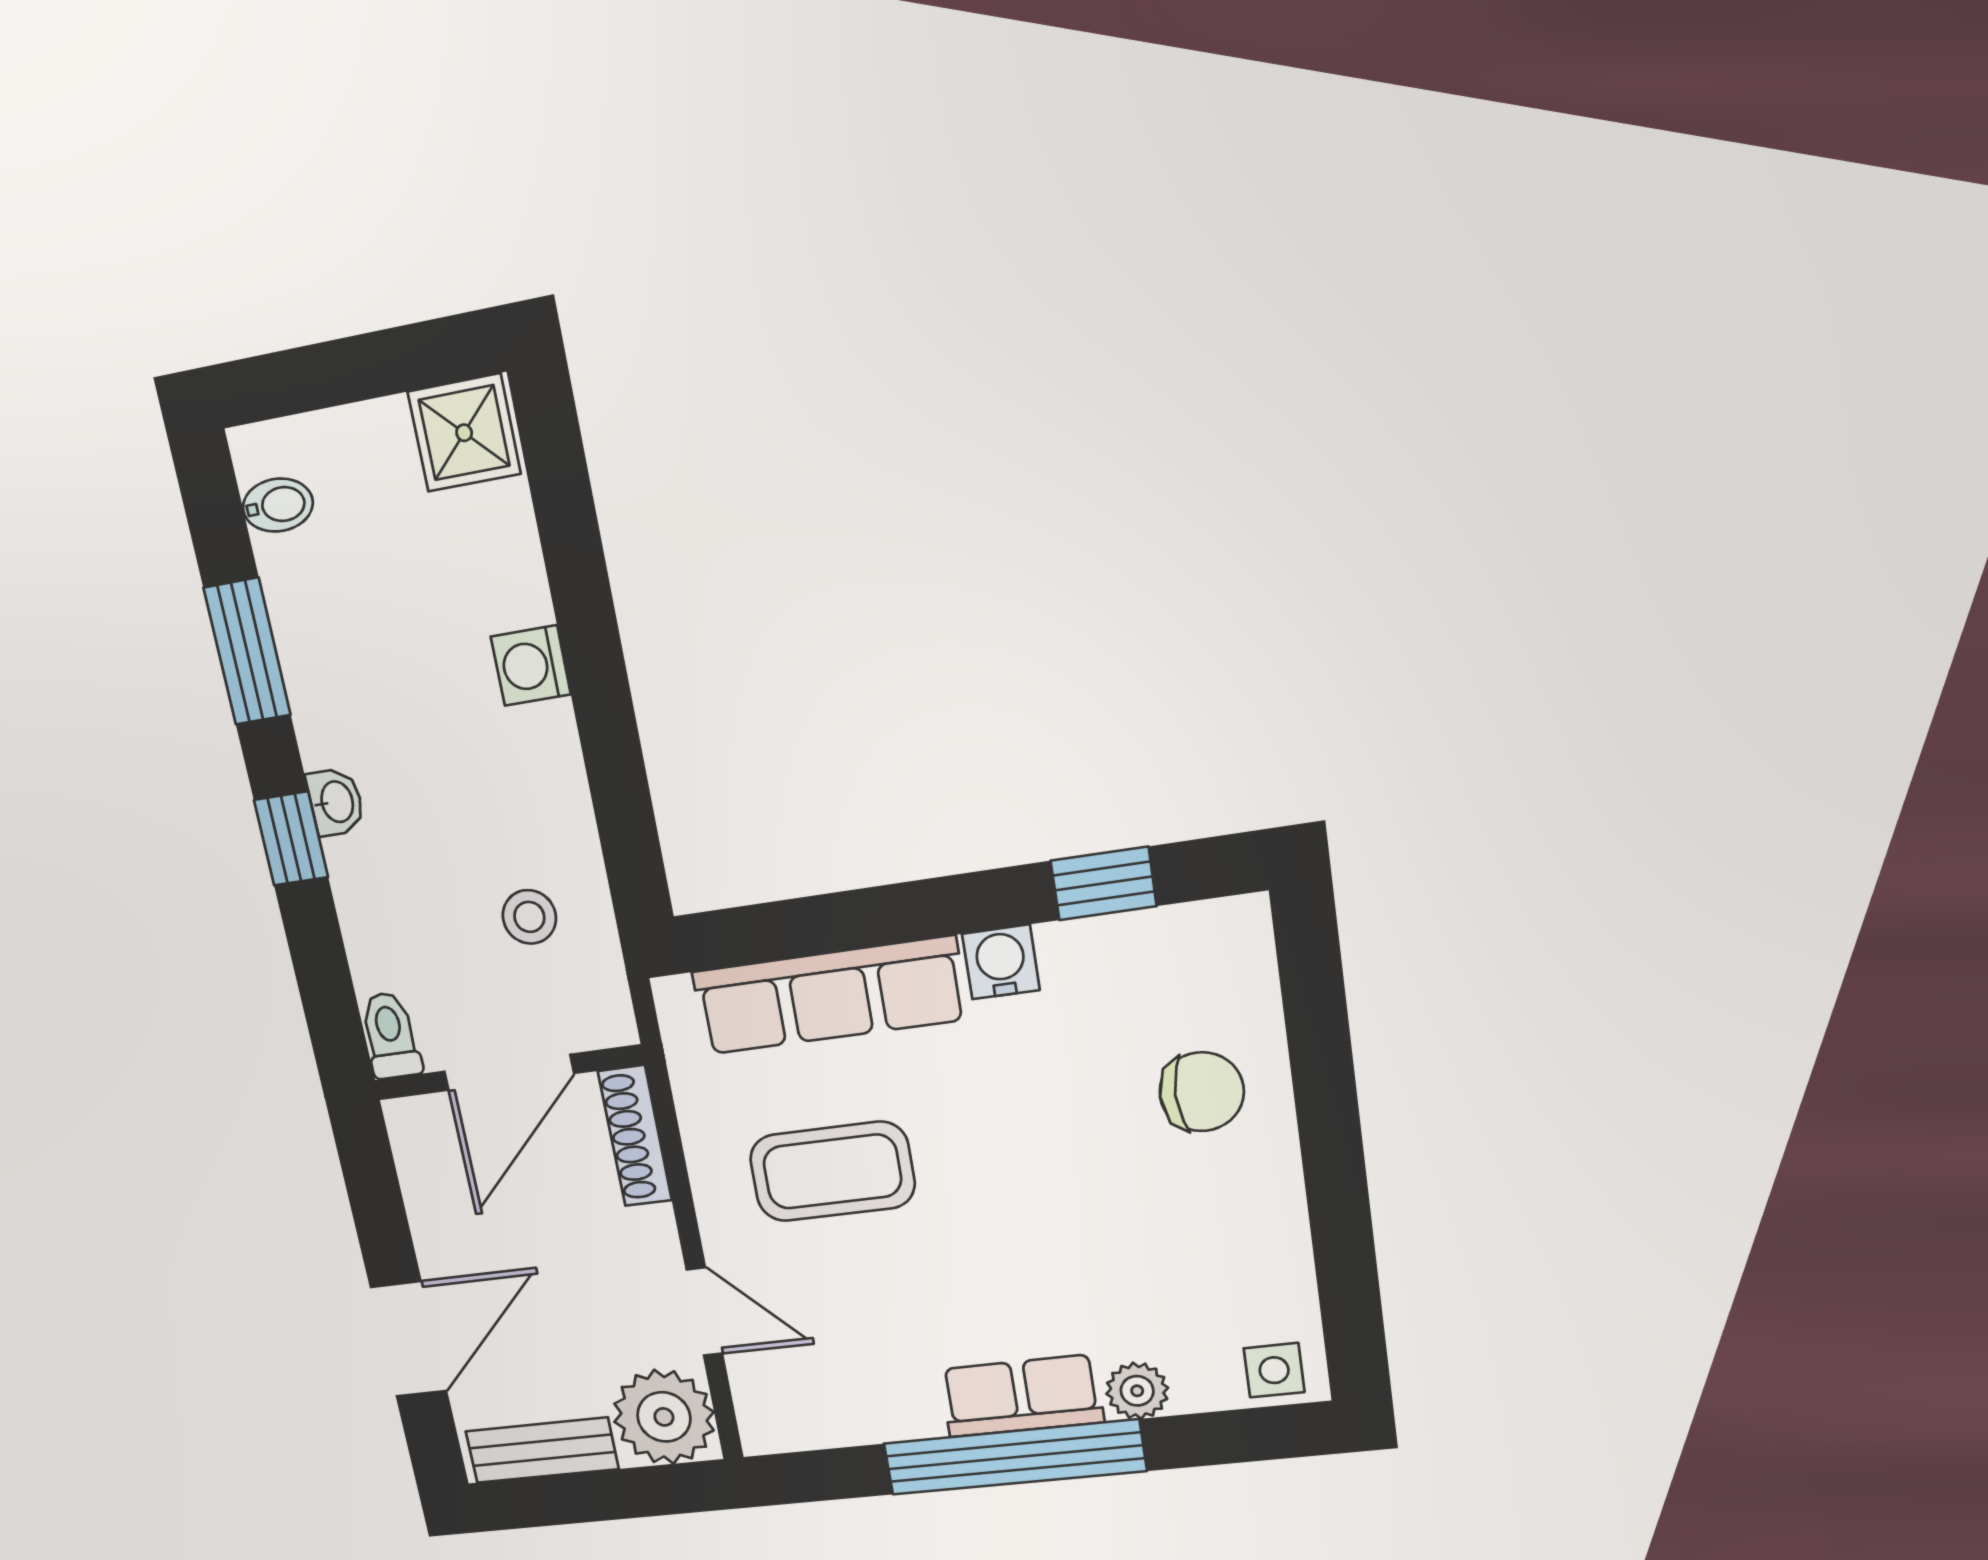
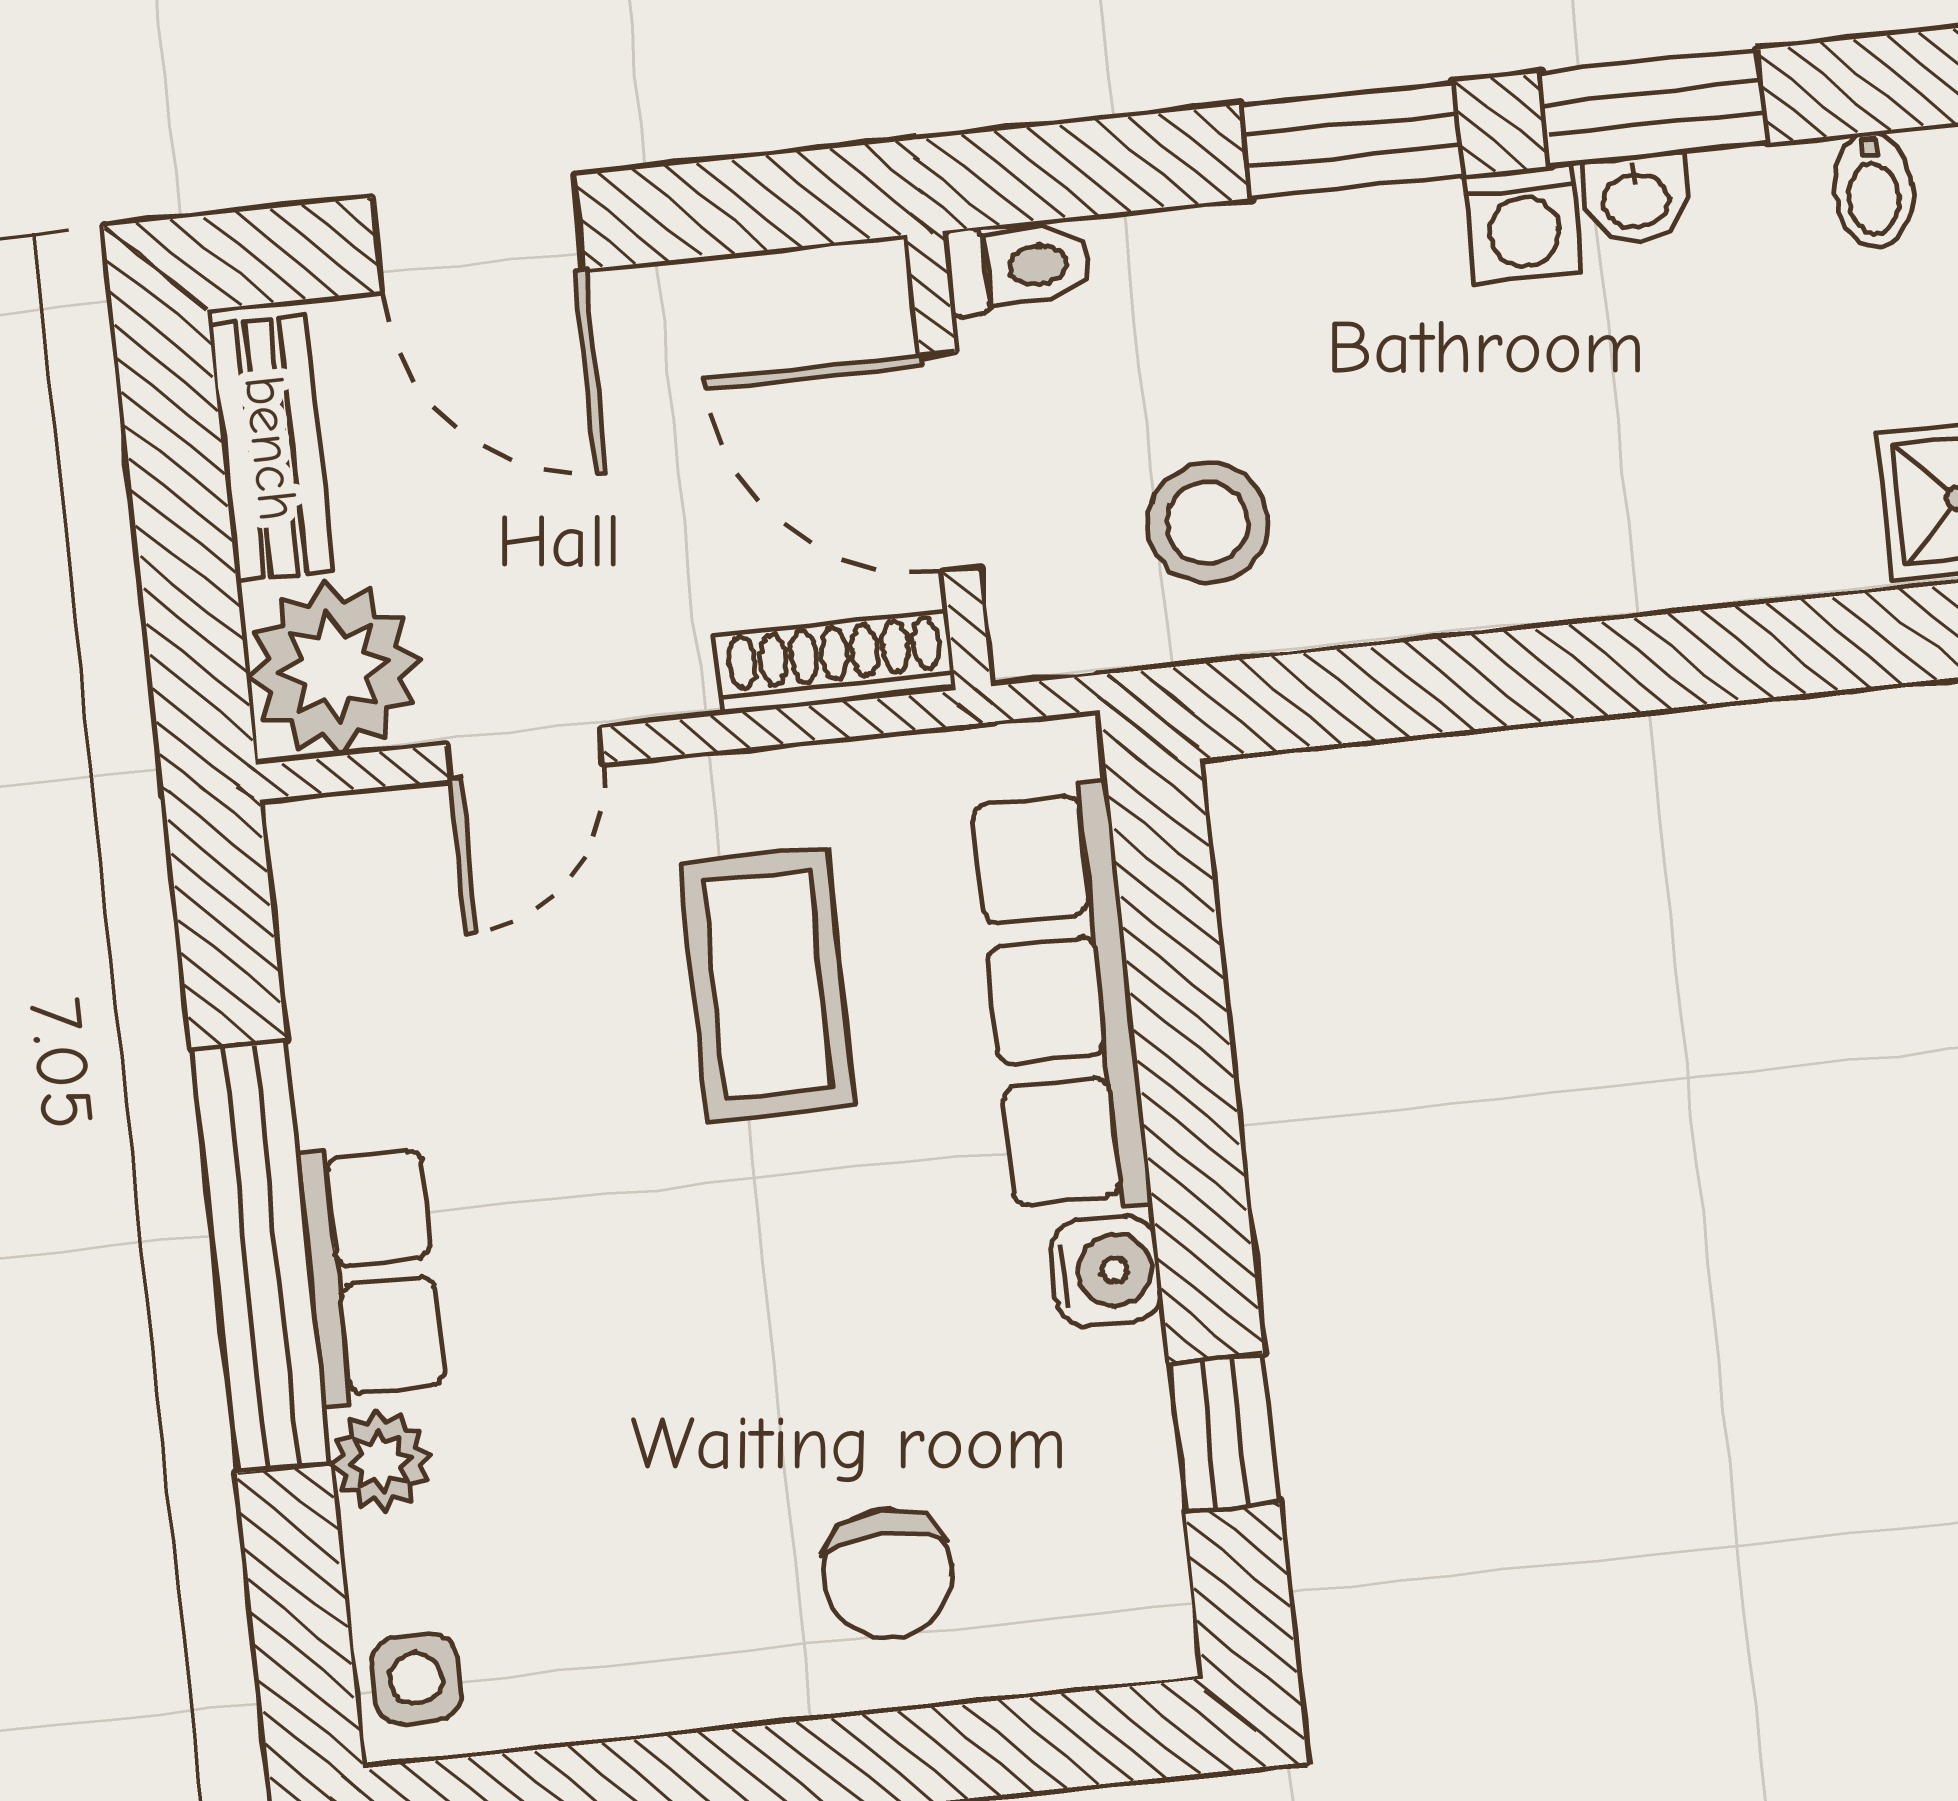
washing machine: (531, 666) -> (1523, 223), moved, turned 180
washbasin: (336, 802) -> (1636, 199), moved
window: (291, 839) -> (1352, 140), width x1.50
stool: (529, 917) -> (1208, 523), width x1.37, depth x1.37

